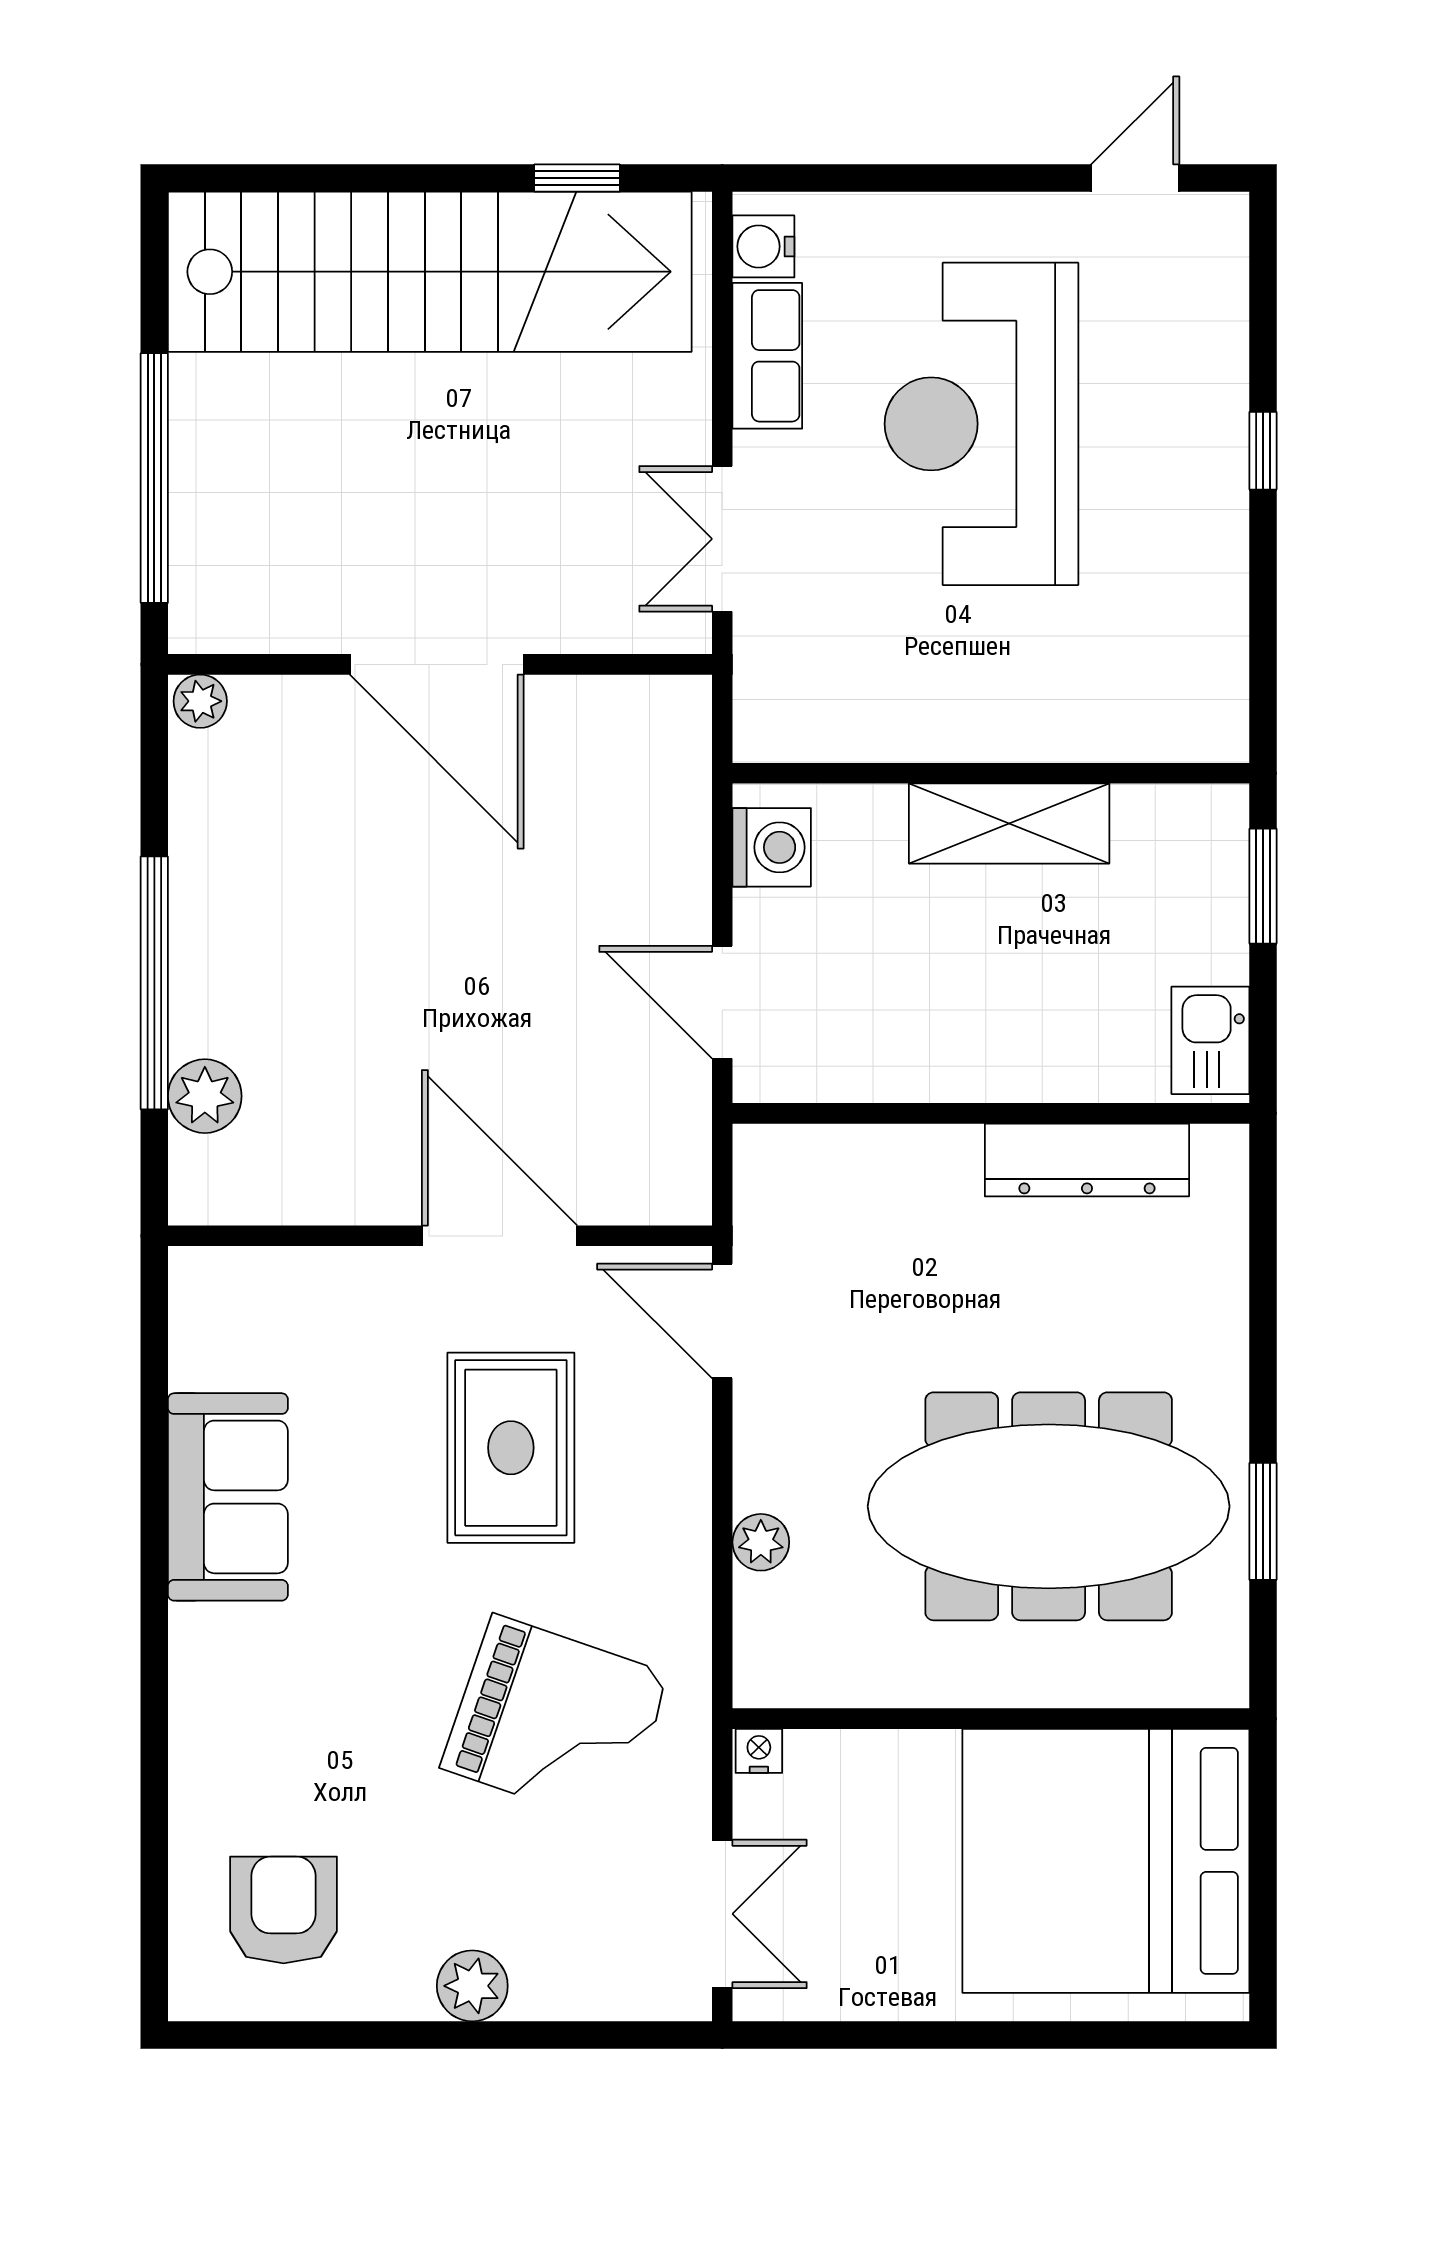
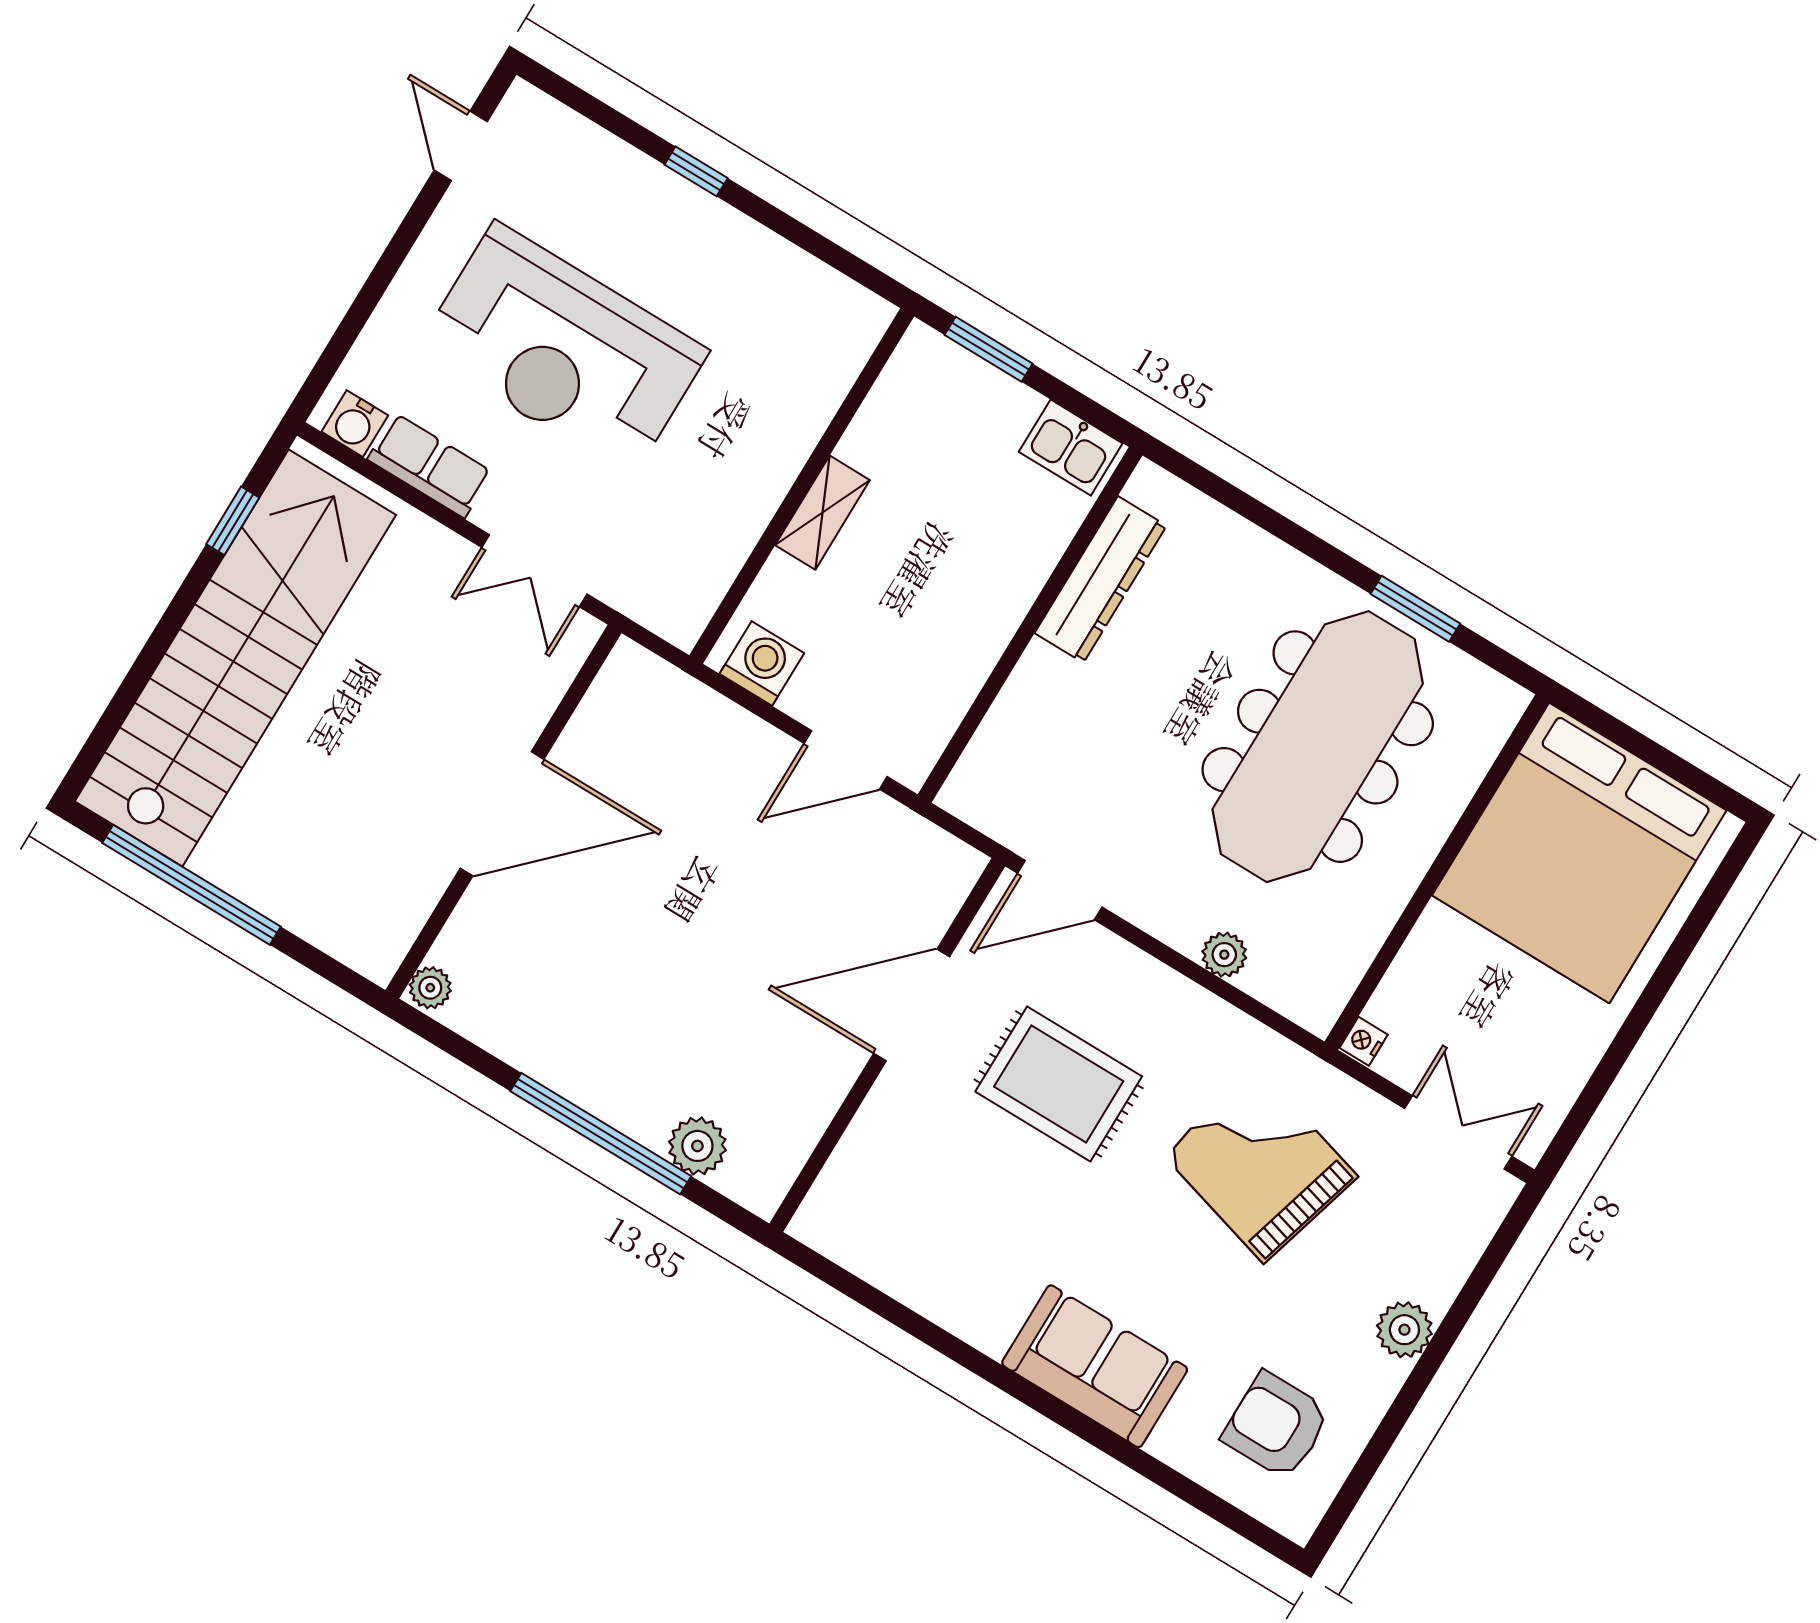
window: (154, 478) -> (192, 885), moved
shelving: (1009, 824) -> (822, 513), width x0.67, depth x0.75
sofa: (228, 1497) -> (1095, 1366), moved
grand piano: (555, 1721) -> (1261, 1166), turned -93

